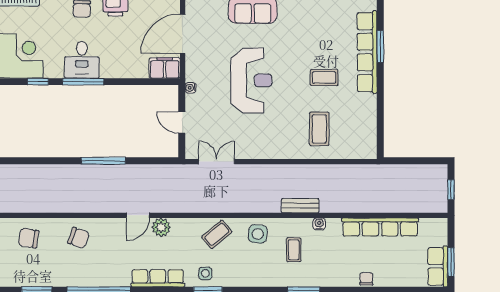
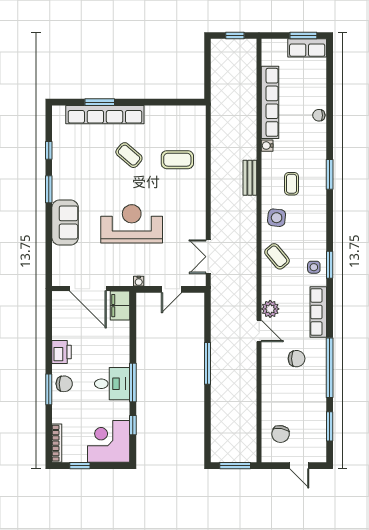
coffee table: (324, 78) -> (129, 155), turned -49
water cooler: (319, 224) -> (267, 146), moved
chair: (79, 238) -> (297, 359), moved, turned 70
coffee table: (294, 250) -> (291, 184), turned 90

